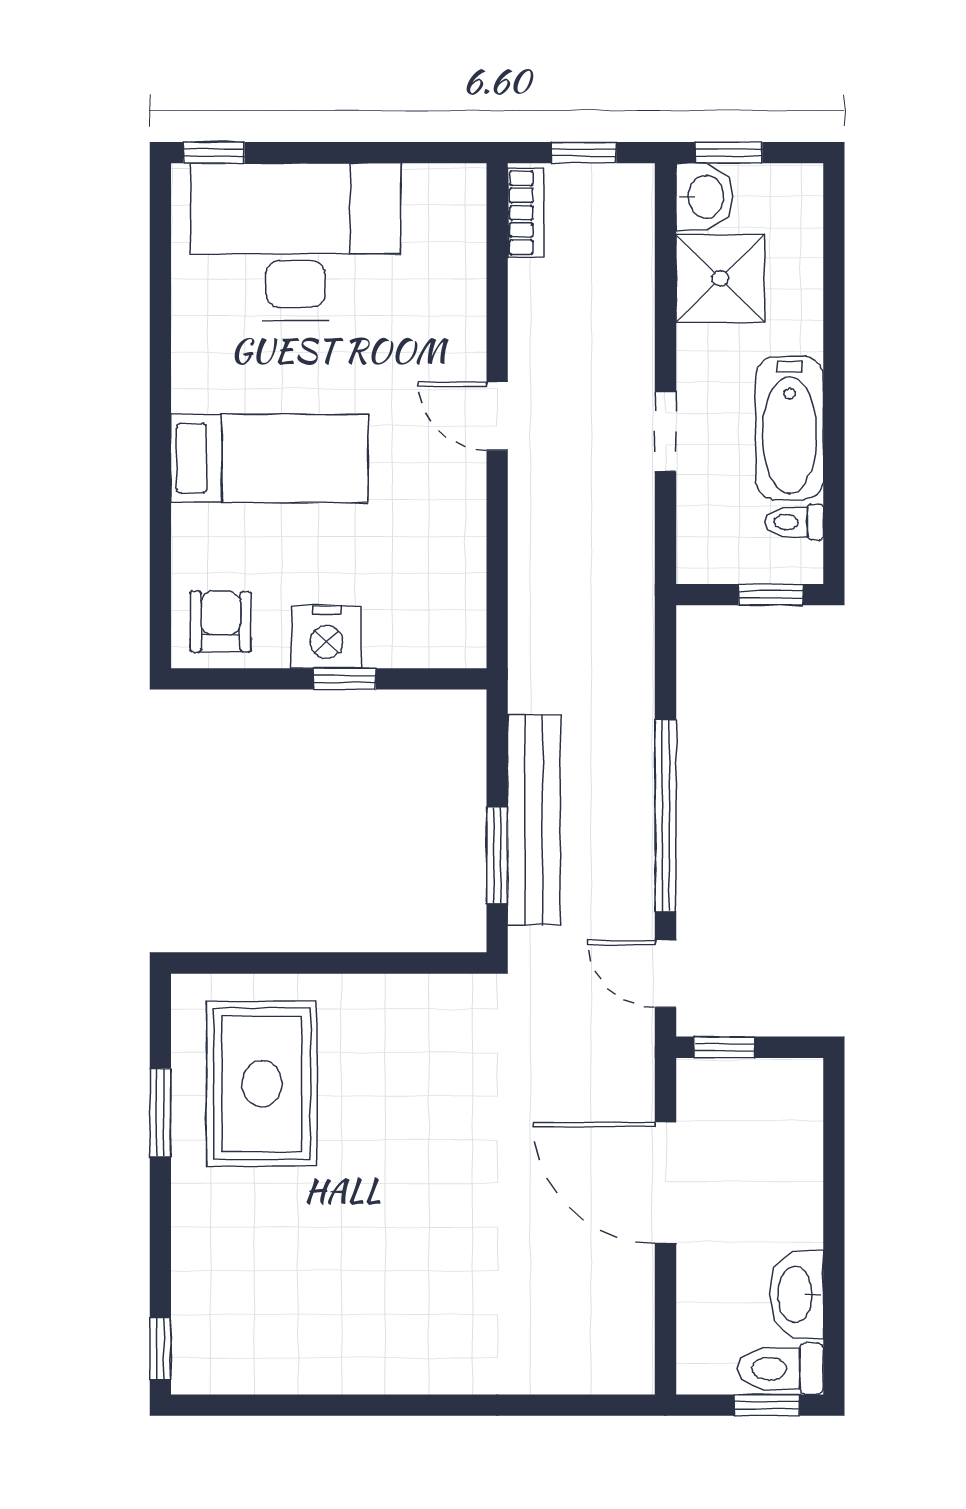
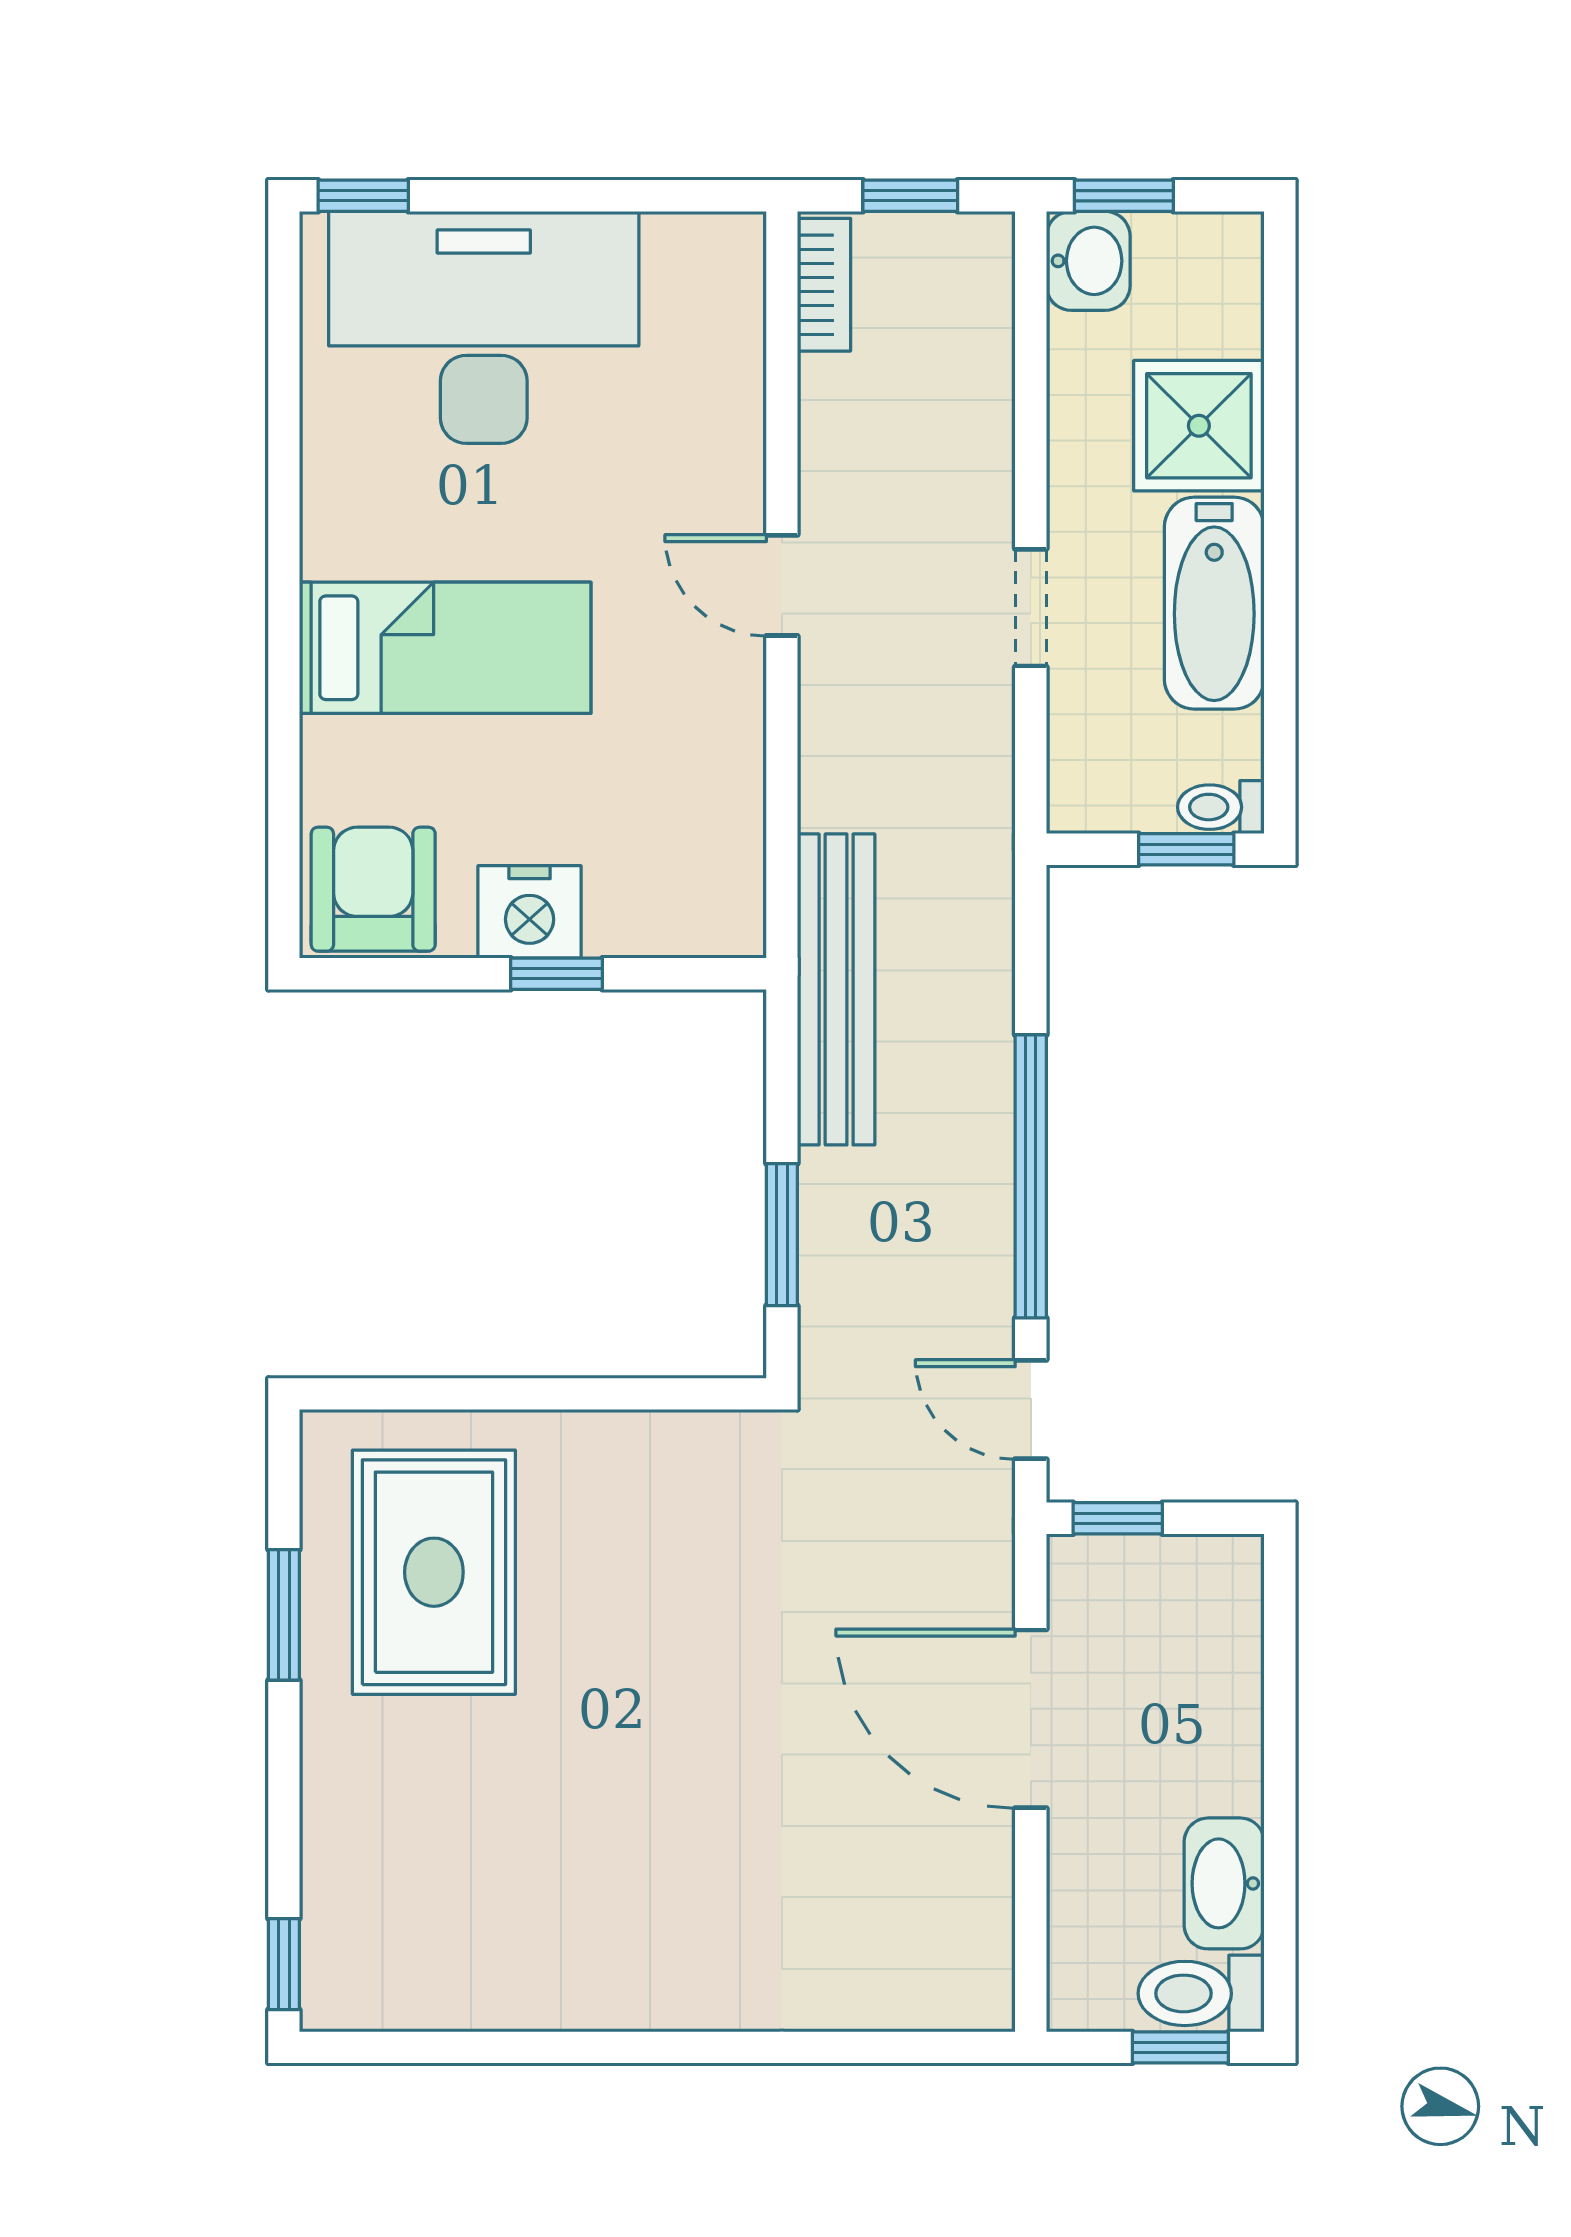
shower: (720, 278) -> (1199, 426), moved
toilet: (794, 522) -> (1221, 807), moved
armchair: (221, 622) -> (373, 889), width x1.38, depth x1.38
bench: (534, 820) -> (836, 989), moved

